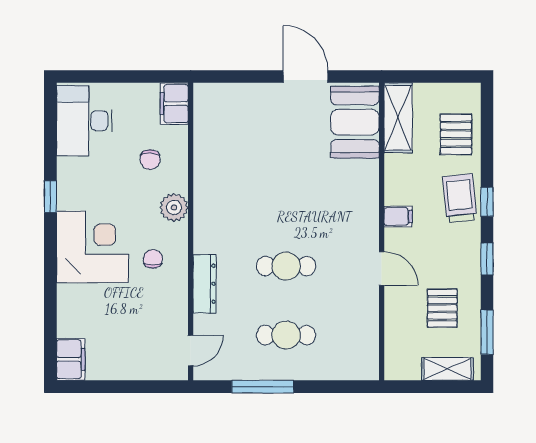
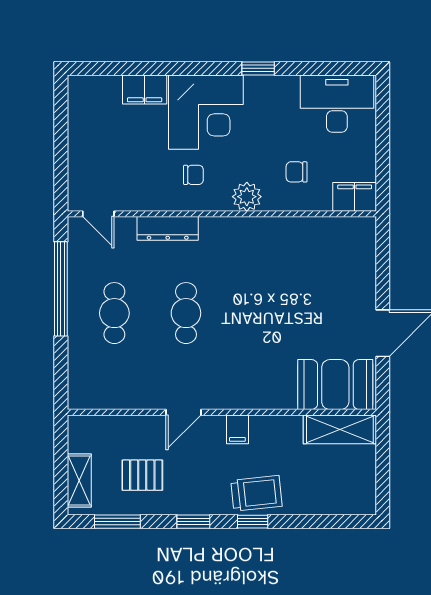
pallet: (456, 134) -> (323, 489), removed
filing cabinet: (71, 359) -> (145, 90), moved
window: (263, 387) -> (61, 289), width x1.46

